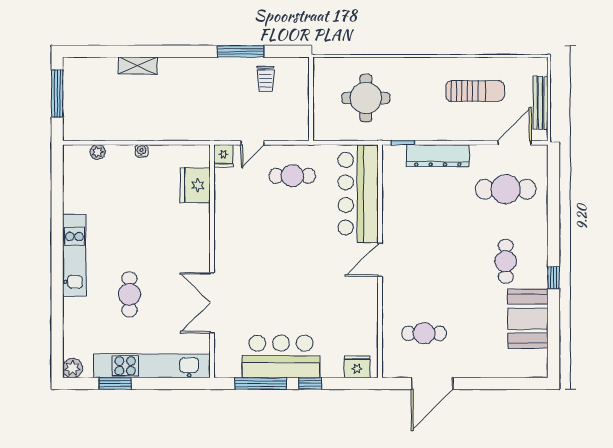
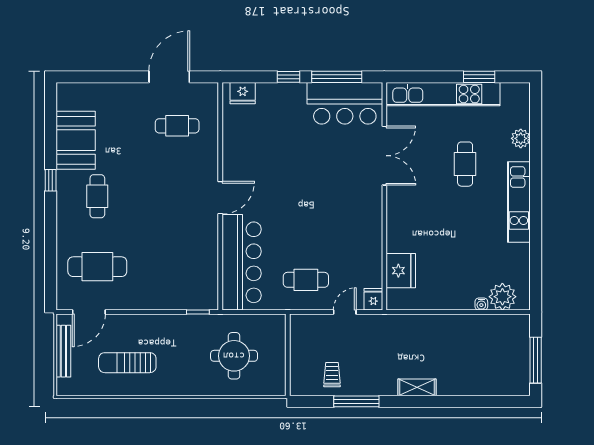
shelving: (138, 66) -> (417, 387), moved
water cooler: (142, 151) -> (481, 304), moved
plant: (98, 152) -> (502, 297), width x1.87, depth x1.87
dresser: (438, 156) -> (164, 299), removed
bar counter: (281, 356) -> (345, 103), moved
plant: (73, 368) -> (521, 138), moved

